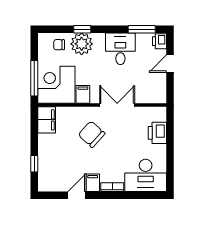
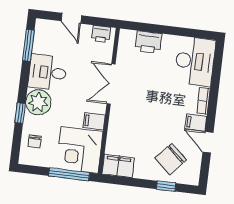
printer: (159, 41) -> (101, 34), moved
plant: (82, 44) -> (38, 102), moved
chair: (92, 134) -> (171, 159), moved

